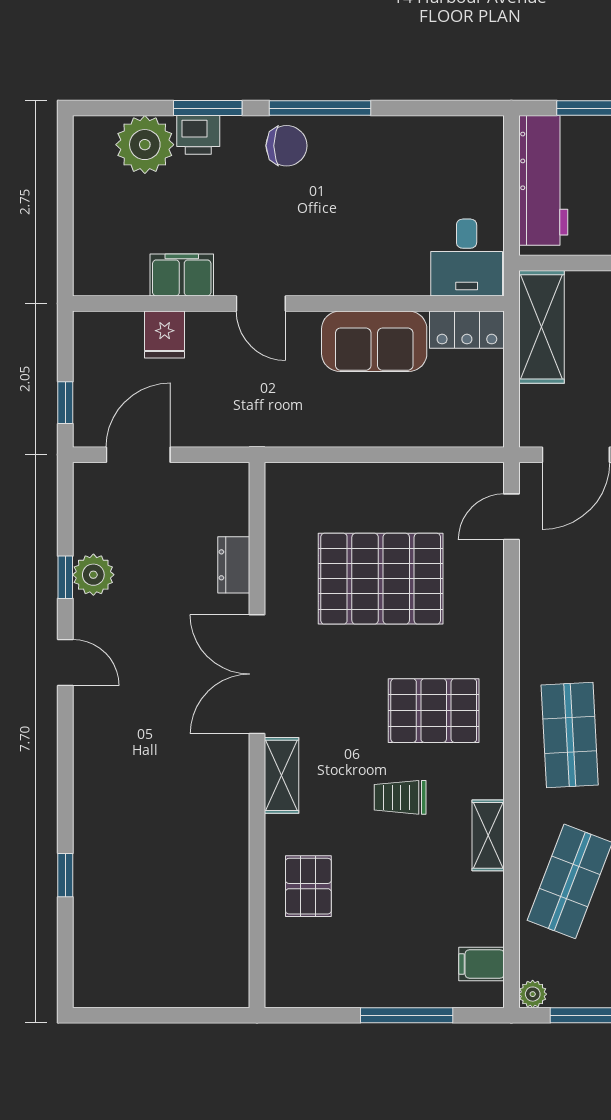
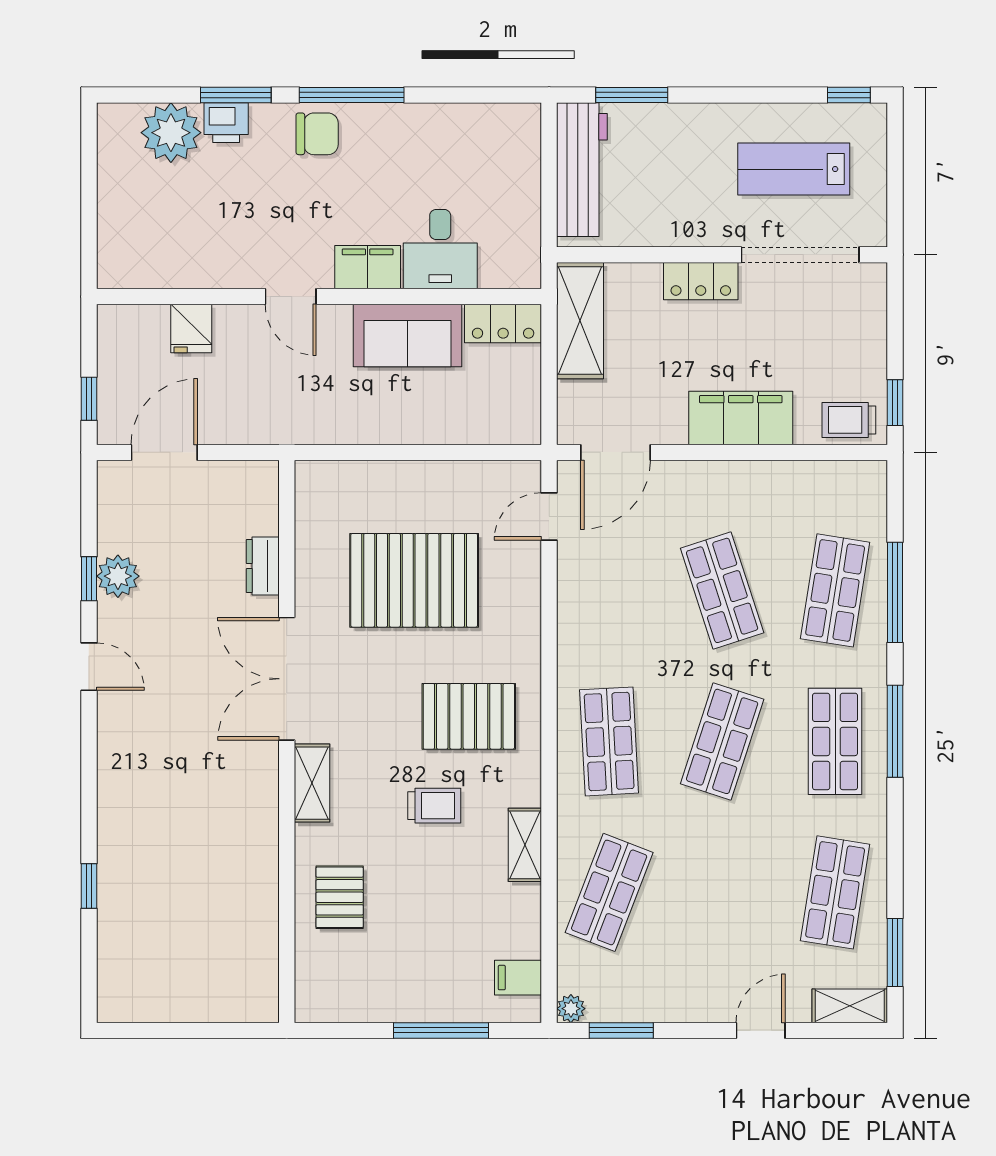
desk: (467, 258) -> (440, 249), moved
filing cabinet: (182, 275) -> (368, 267), moved
trolley: (400, 797) -> (434, 806), turned 180

